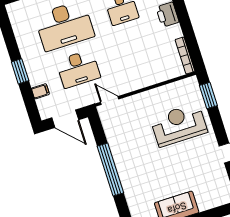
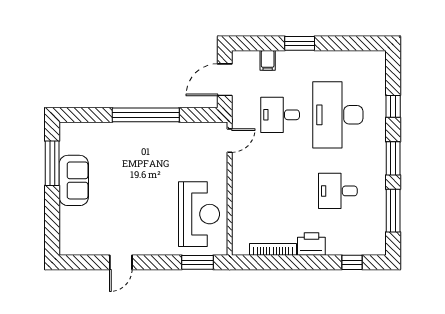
bookcase: (185, 56) -> (273, 249), moved
desk: (78, 69) -> (280, 115), width x0.73
reception desk: (179, 125) -> (199, 214), moved

